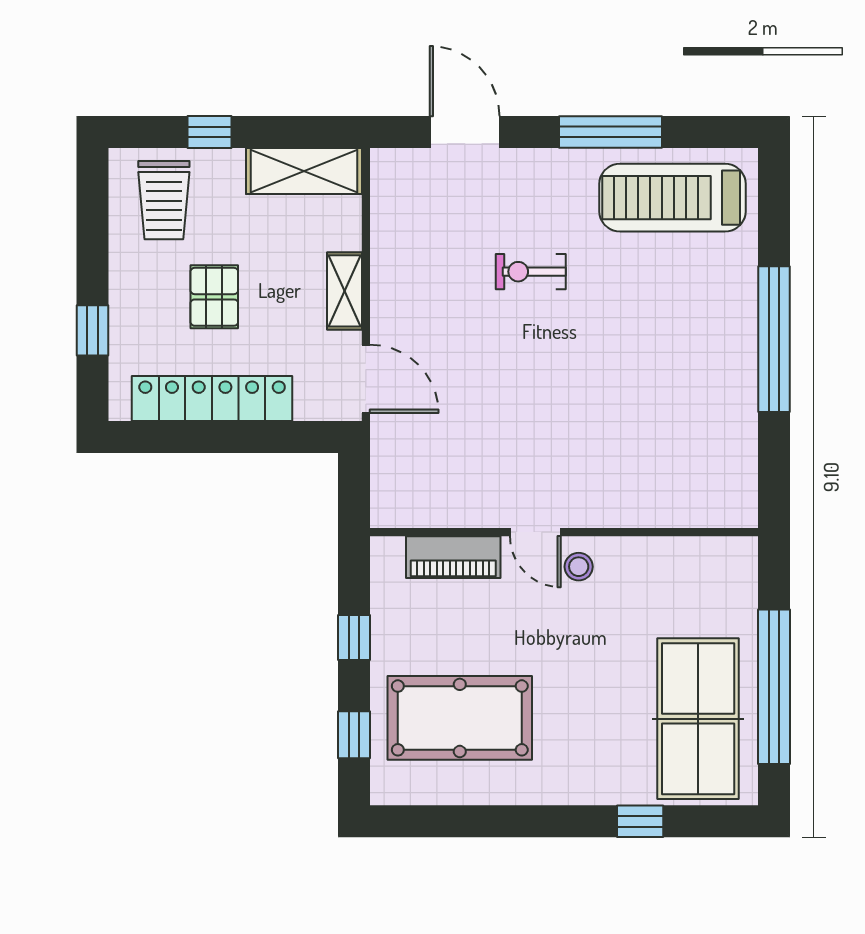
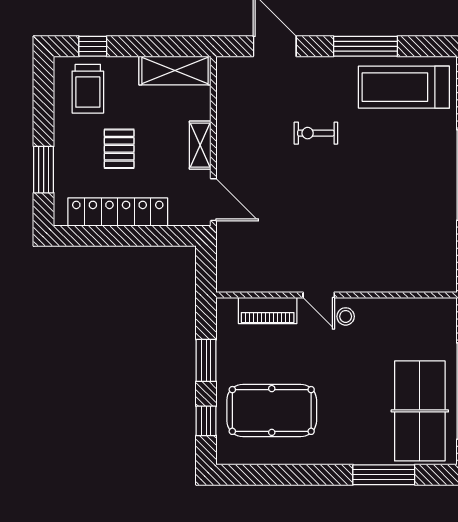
window: (210, 132) -> (93, 46), moved
window: (93, 330) -> (44, 170), width x1.50
window: (354, 637) -> (206, 360), width x1.50
window: (640, 821) -> (384, 475), width x2.17

